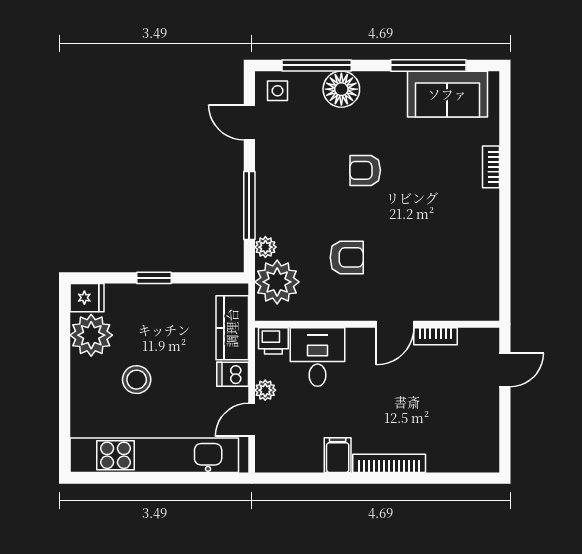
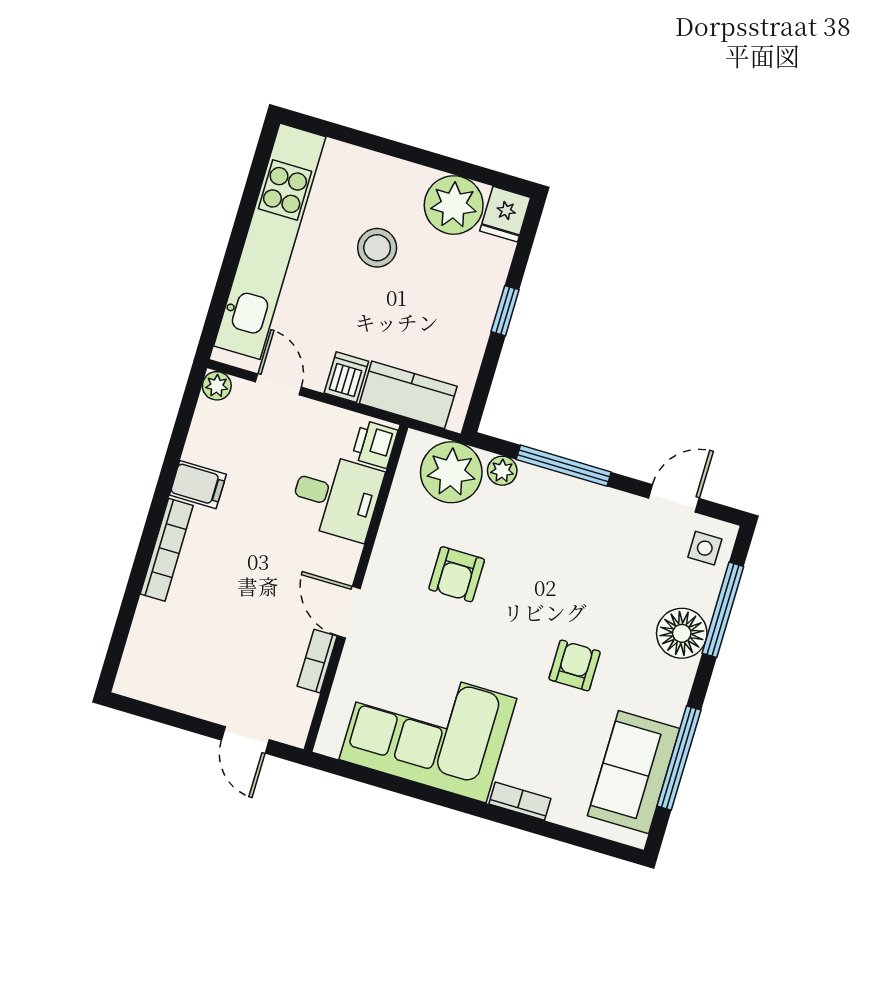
armchair: (365, 170) -> (575, 665), moved
corner sofa: (460, 245) -> (428, 729), added
plant: (265, 390) -> (217, 386), moved

